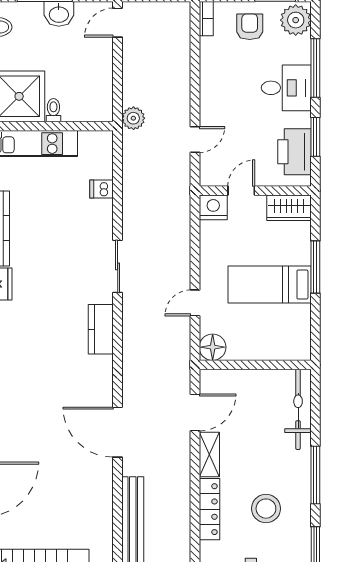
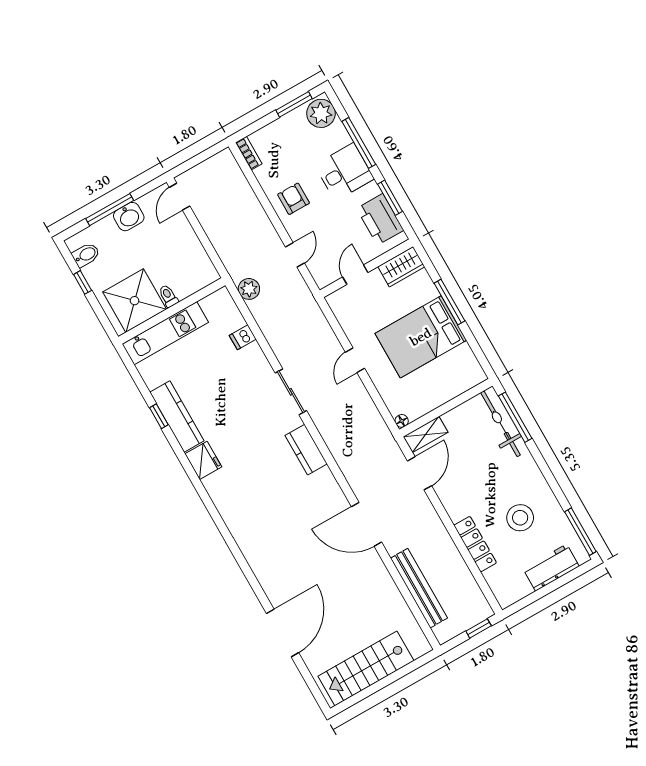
armchair: (250, 27) -> (294, 199), moved
plant: (133, 118) -> (249, 289), moved
nightstand: (213, 207) -> (341, 301), removed
bed: (270, 284) -> (421, 337), width x1.50
door: (195, 303) -> (355, 360), moved
floor lamp: (213, 347) -> (402, 421), width x0.53, depth x0.53
shelving: (209, 454) -> (426, 435), moved, turned 90
window: (315, 475) -> (515, 417), moved

